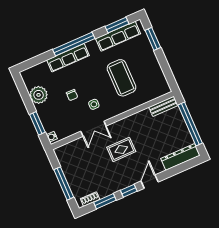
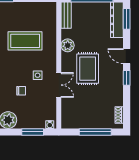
plant: (135, 120) -> (68, 45), added
rug: (121, 149) -> (88, 69), width x1.36, depth x1.43
window: (105, 201) -> (127, 19), moved

